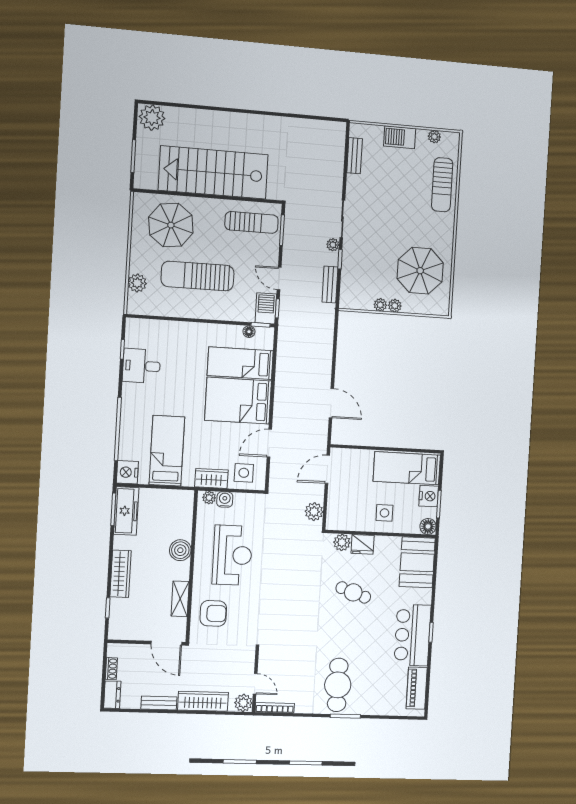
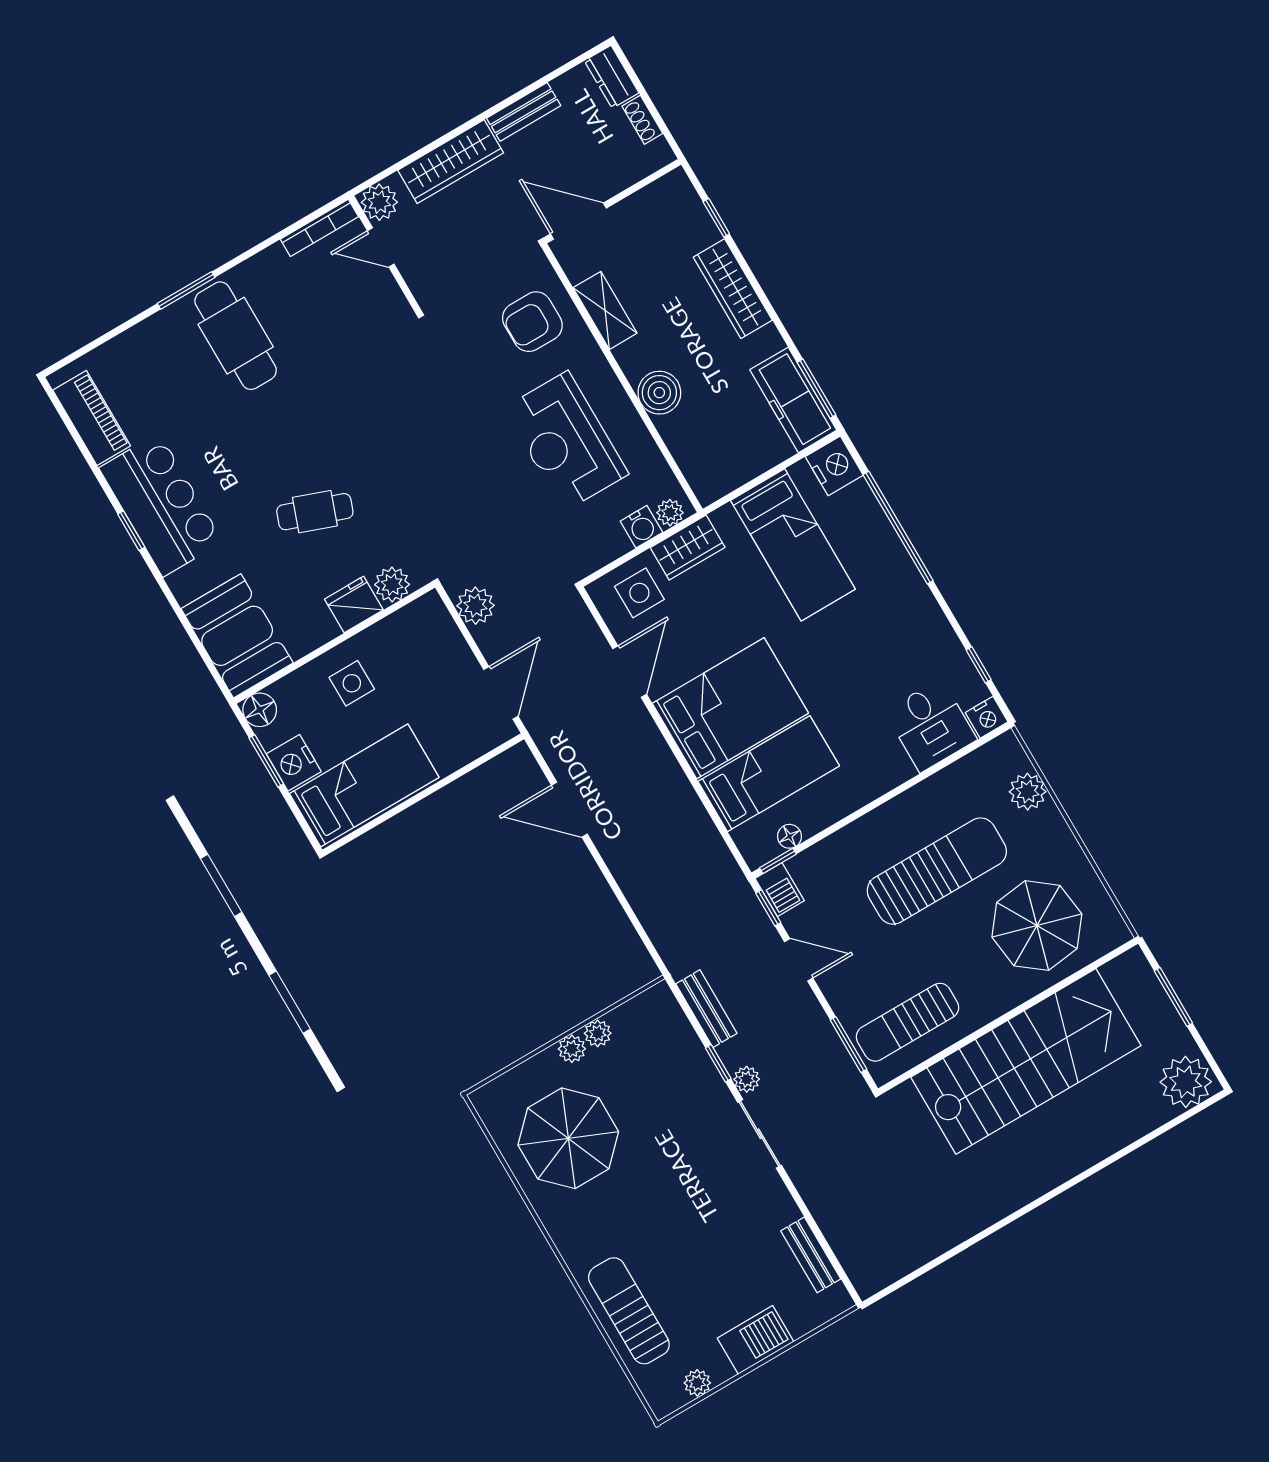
barbecue: (266, 308) -> (780, 890), width x0.73, depth x0.79
nightstand: (134, 325) -> (987, 717), added
desk: (141, 366) -> (931, 725), moved, turned 90

